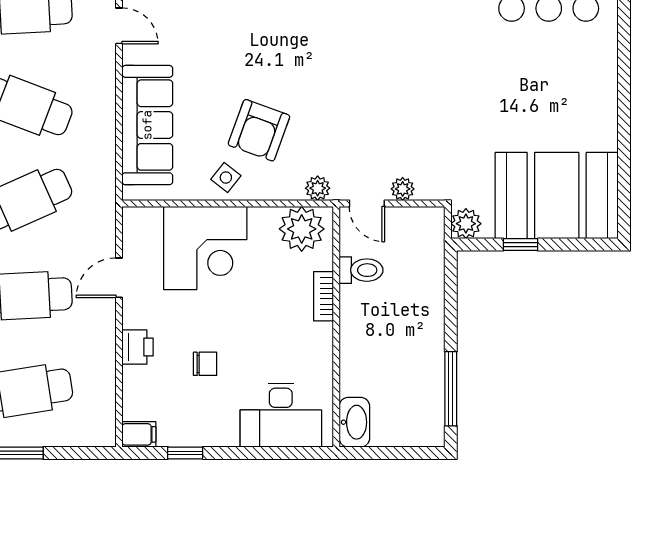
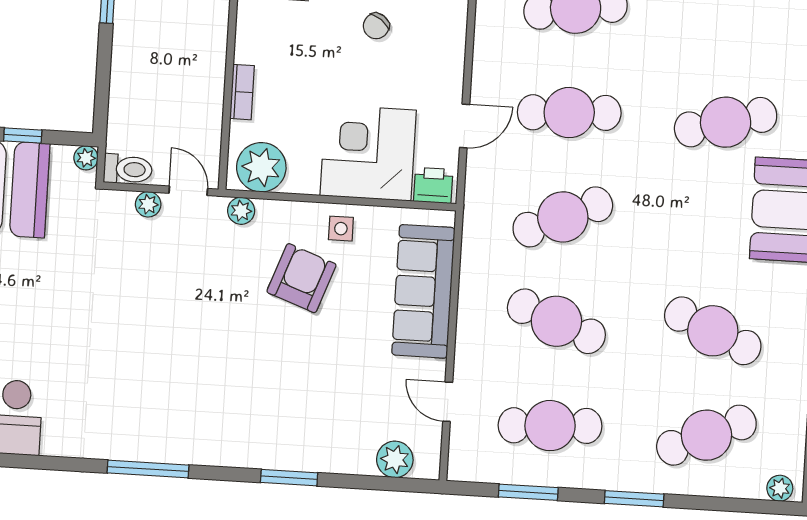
side table: (226, 178) -> (341, 229), turned -38
plant: (466, 224) -> (86, 158), width x0.73, depth x0.73
toilet: (361, 270) -> (128, 169), moved, turned 180
printer: (138, 347) -> (433, 185), moved, turned 90
chair: (205, 364) -> (376, 26), turned -54

